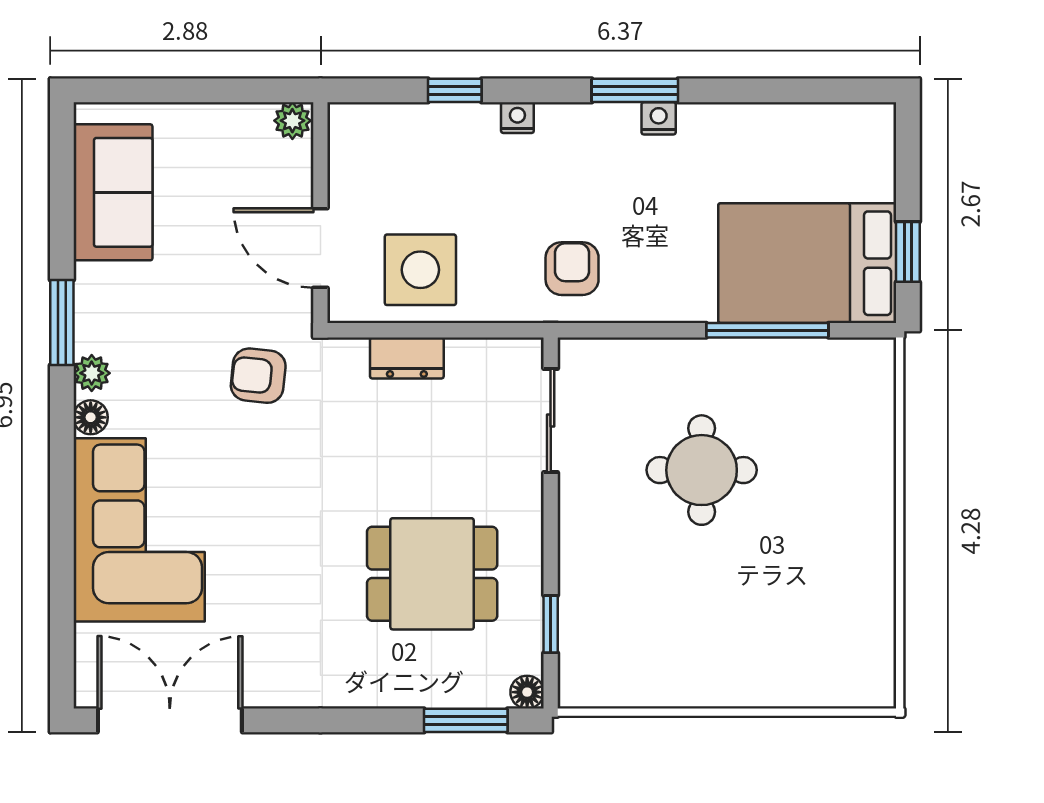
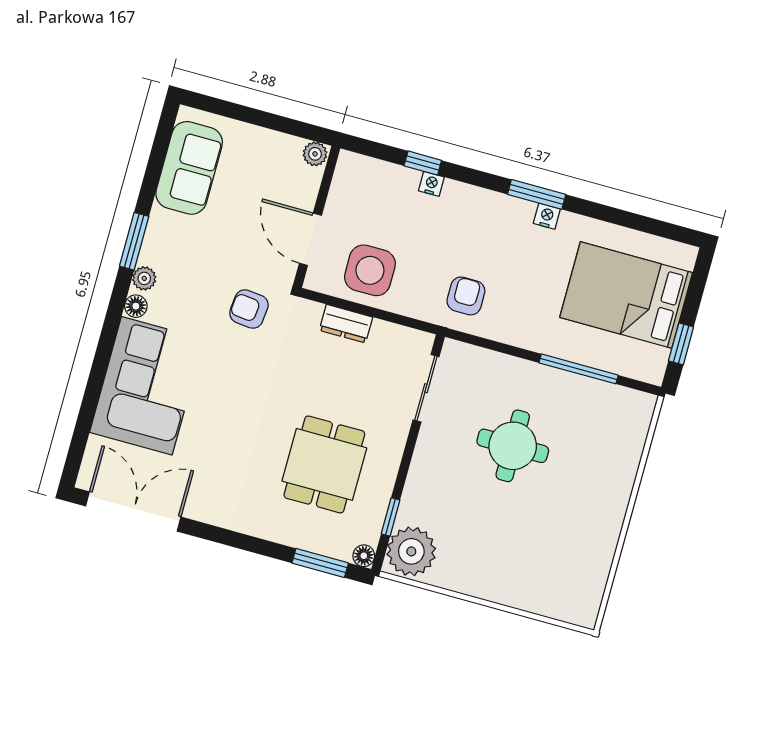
nightstand: (517, 118) -> (431, 184), moved
bed: (807, 263) -> (626, 295), moved
dining table: (432, 574) -> (324, 464), turned 90
plant: (595, 666) -> (411, 551), added

